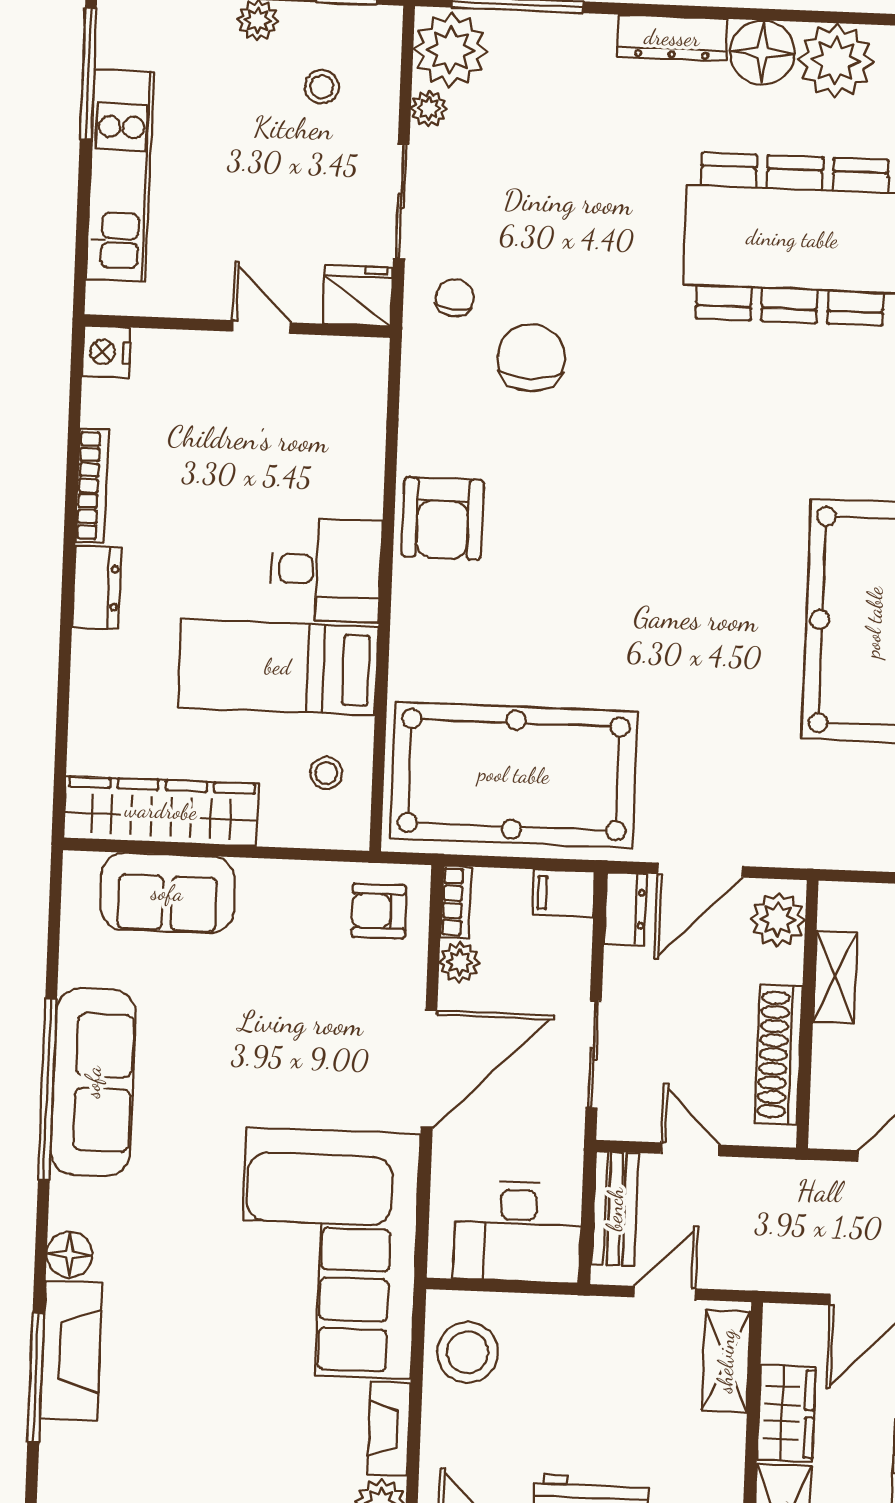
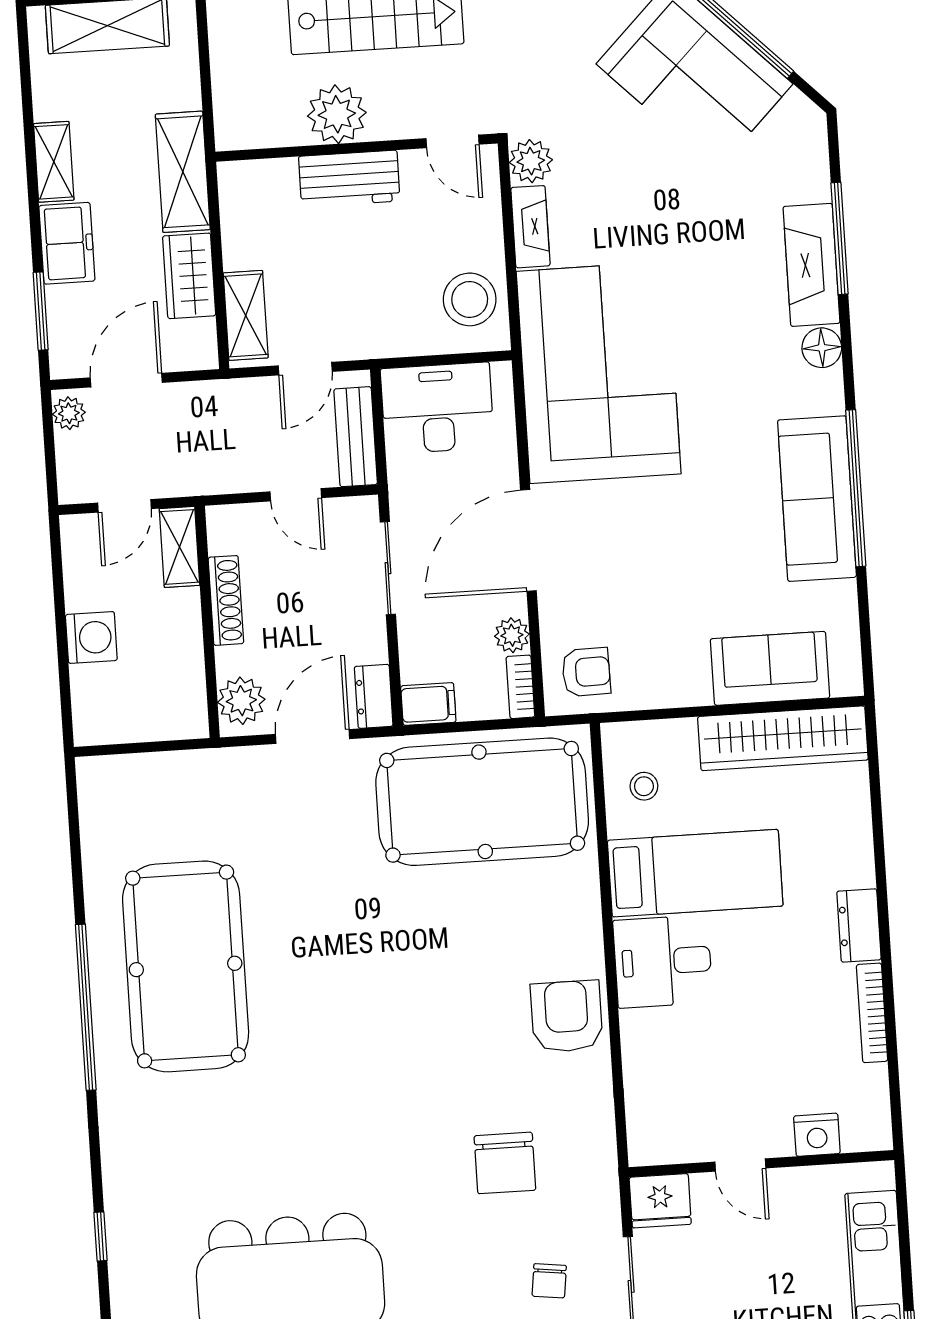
chair: (455, 298) -> (549, 1281), moved
nightstand: (106, 352) -> (817, 1135), moved, turned 90
shelving: (835, 977) -> (180, 547), moved
shoe rack: (779, 1055) -> (226, 600), width x0.74, depth x0.81

